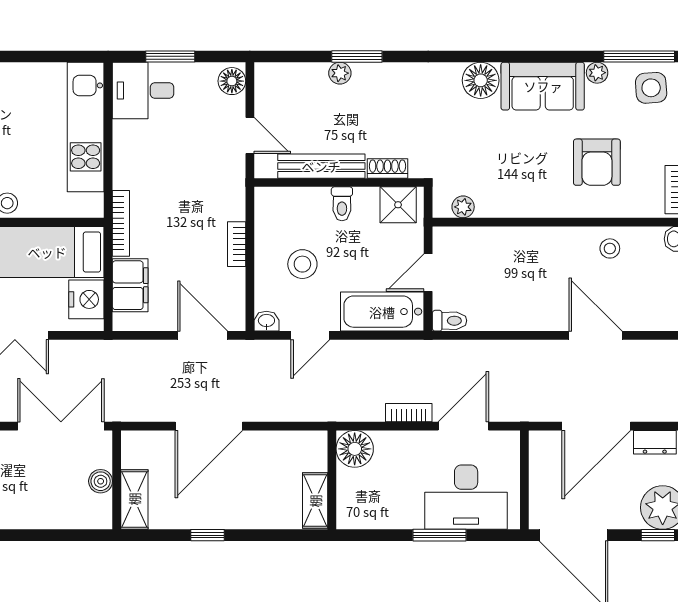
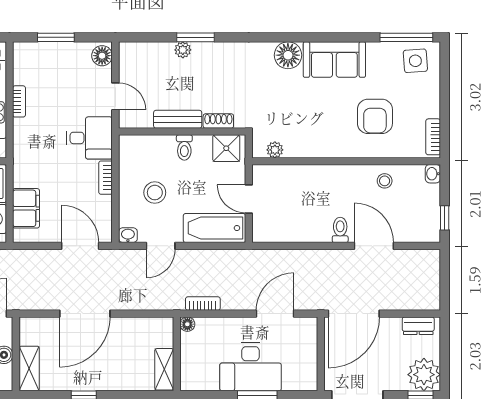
plant: (597, 73) -> (375, 50), removed
desk: (143, 91) -> (89, 138), moved, turned 180
bench: (321, 166) -> (178, 119), width x0.73
bookcase: (121, 223) -> (19, 101), moved, width x0.64
door: (428, 273) -> (249, 199), hinge flipped
toilet: (450, 321) -> (340, 230), moved, turned -90
bookcase: (409, 413) -> (203, 304), moved
door: (596, 426) -> (354, 314), moved
floor lamp: (355, 449) -> (187, 324), width x0.53, depth x0.53
desk: (466, 497) -> (251, 367), moved

